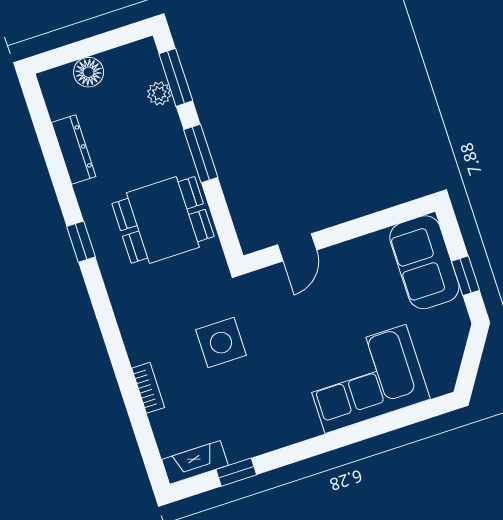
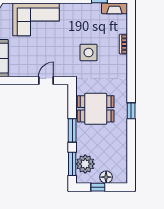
window: (100, 43) -> (98, 187), added
plant: (159, 93) -> (85, 164), width x1.88, depth x1.88
dresser: (74, 150) -> (122, 148), removed

